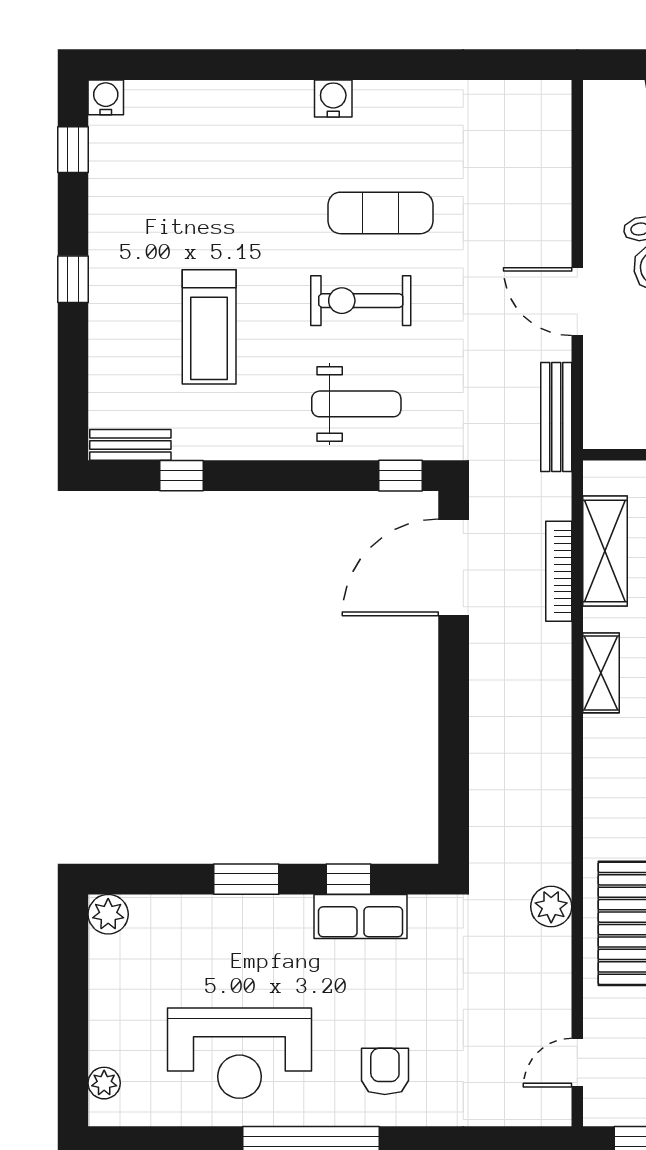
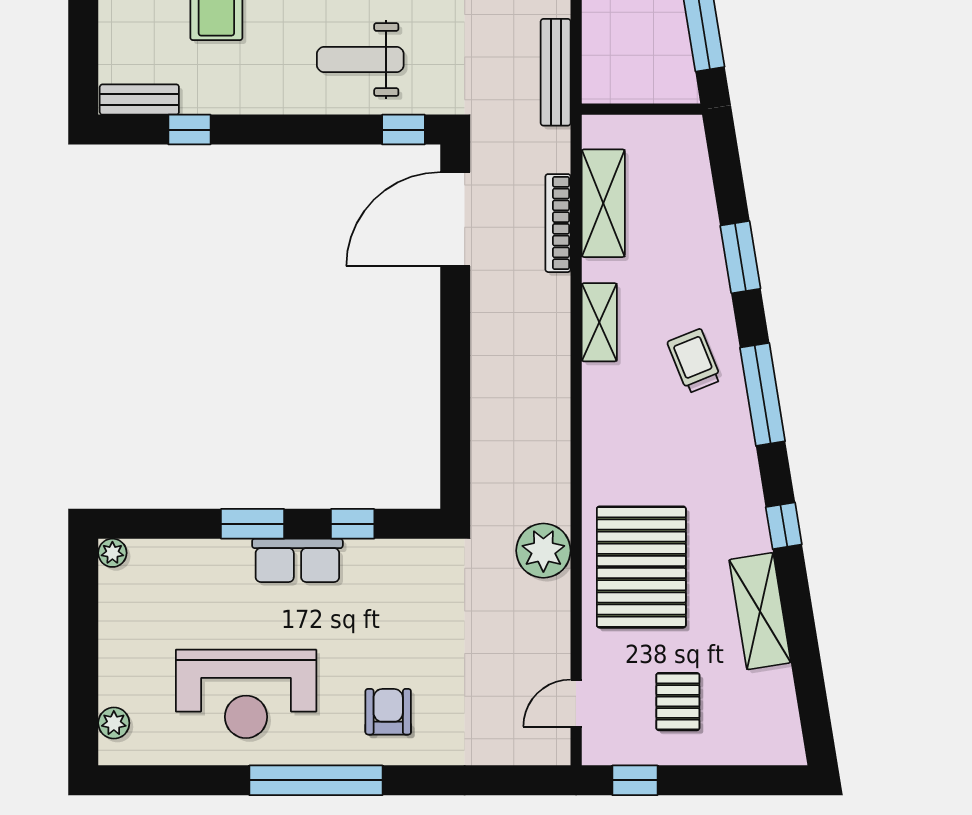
weight bench: (356, 404) -> (360, 60), turned 180
plant: (551, 907) -> (543, 551), width x1.36, depth x1.36
plant: (108, 914) -> (112, 553), width x0.73, depth x0.73
row of seats: (360, 916) -> (297, 560), moved

